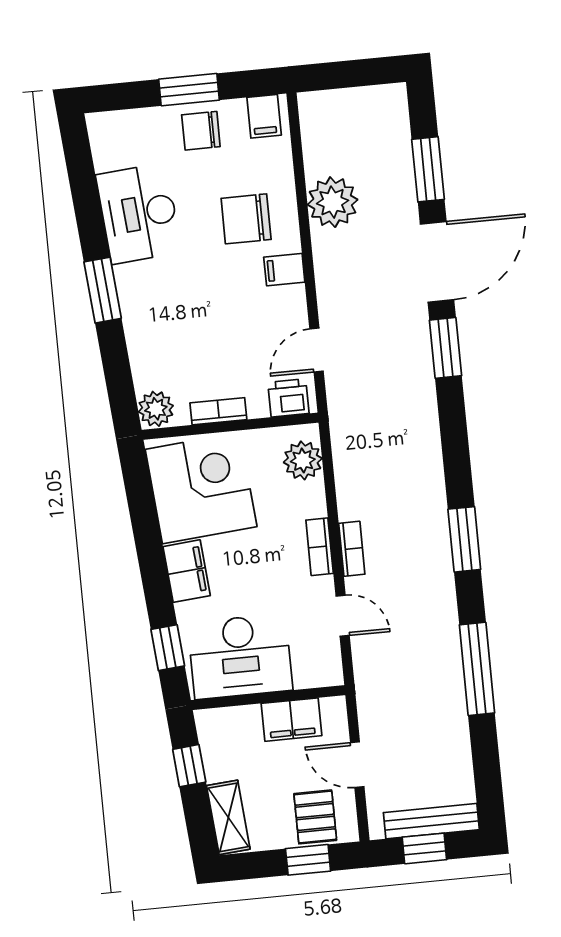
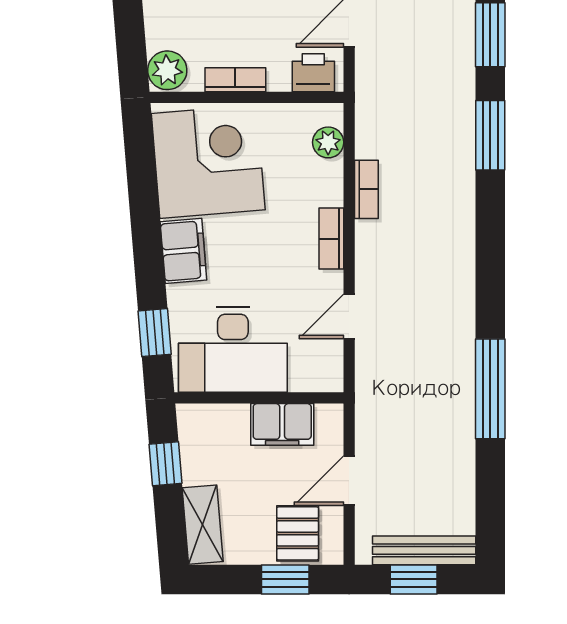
plant: (303, 460) -> (328, 142), width x0.73, depth x0.73
window: (464, 539) -> (490, 135), moved
bookcase: (352, 549) -> (366, 189), moved
door: (343, 616) -> (349, 316), swing flipped
door: (357, 765) -> (349, 481), hinge flipped

